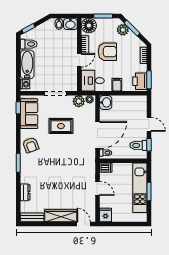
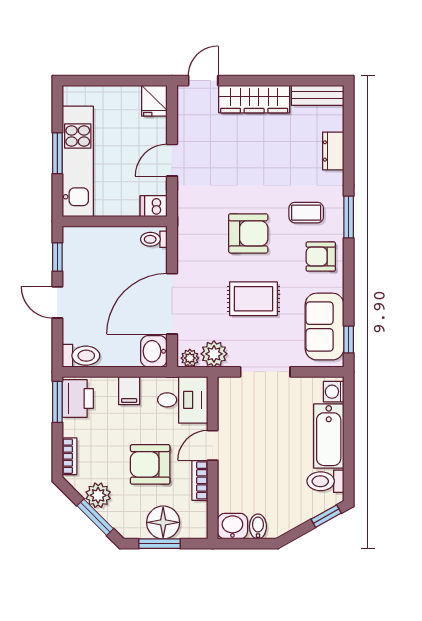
floor lamp: (89, 26) -> (163, 522), moved
plant: (123, 30) -> (98, 495), moved
door: (98, 135) -> (172, 304), moved
armchair: (31, 145) -> (321, 256), turned -70
toilet: (138, 145) -> (81, 356), moved
armchair: (63, 155) -> (248, 233), added
coffee table: (37, 165) -> (306, 213), added
door: (98, 188) -> (172, 160), hinge flipped
door: (84, 224) -> (203, 81), swing flipped

